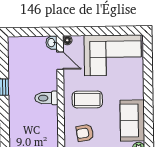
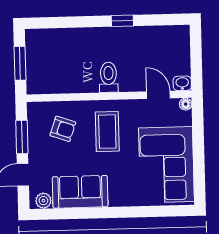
door: (60, 61) -> (158, 95), swing flipped
armchair: (85, 133) -> (63, 129), turned 118

